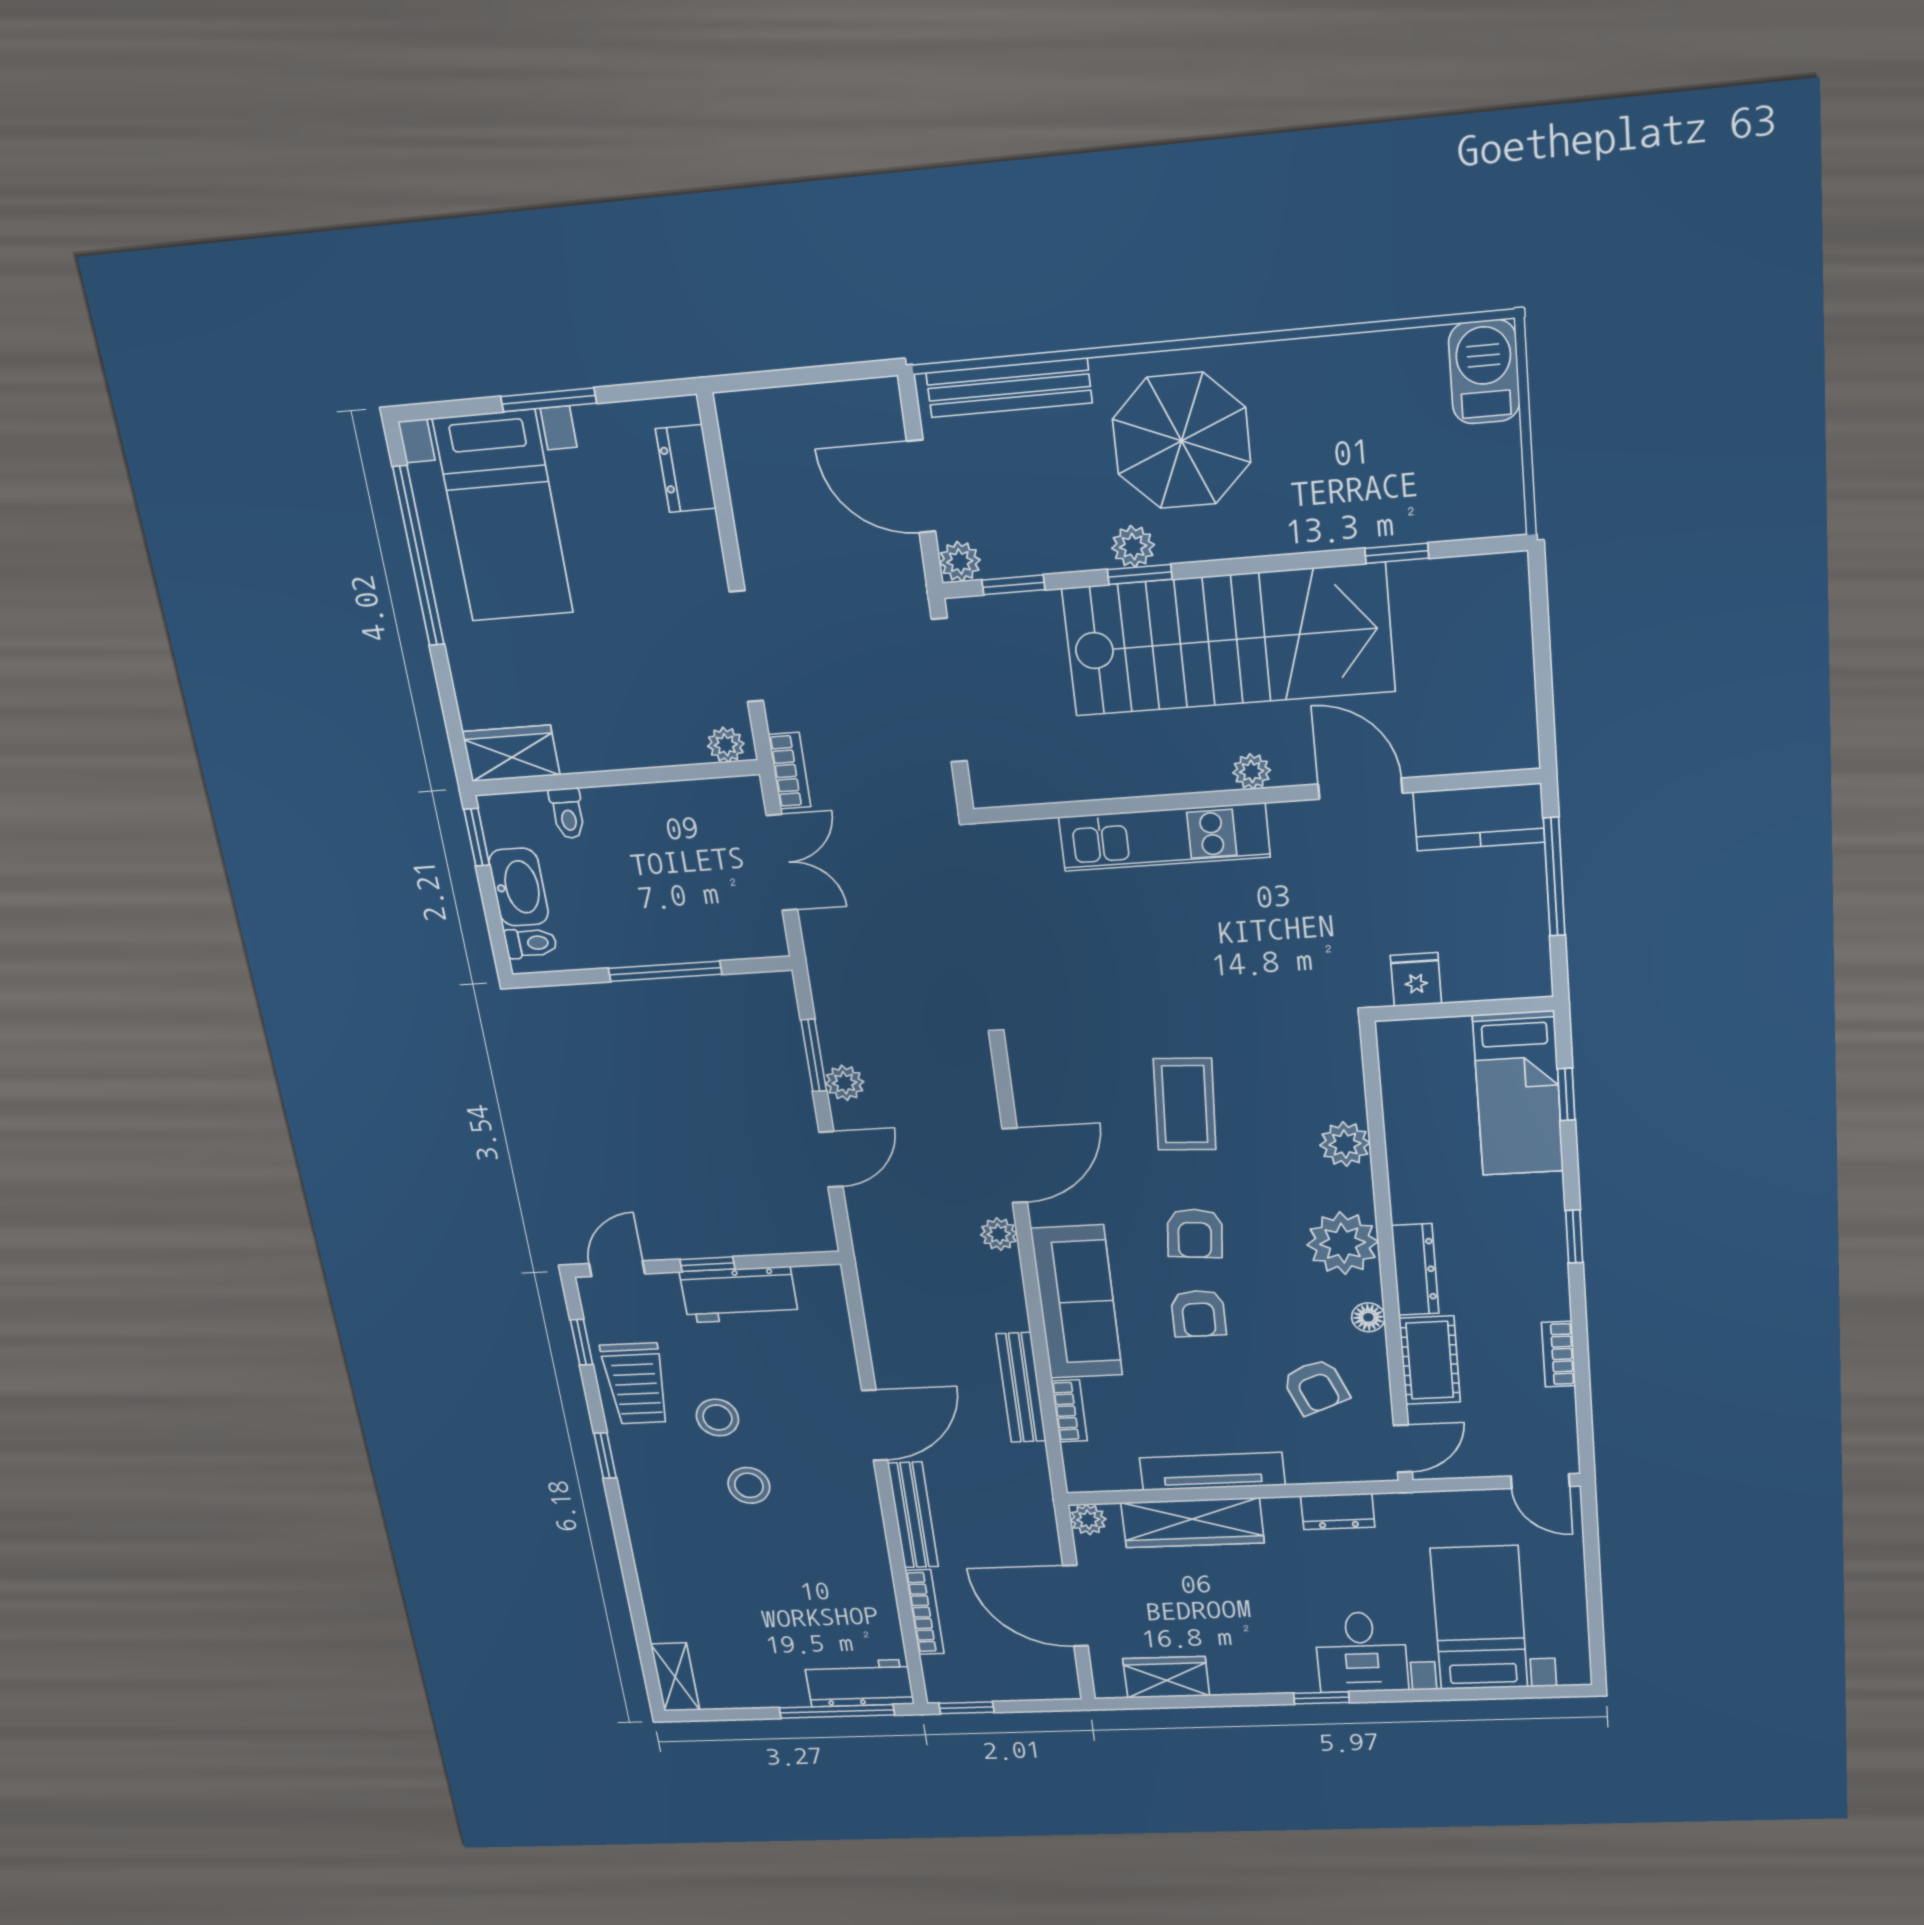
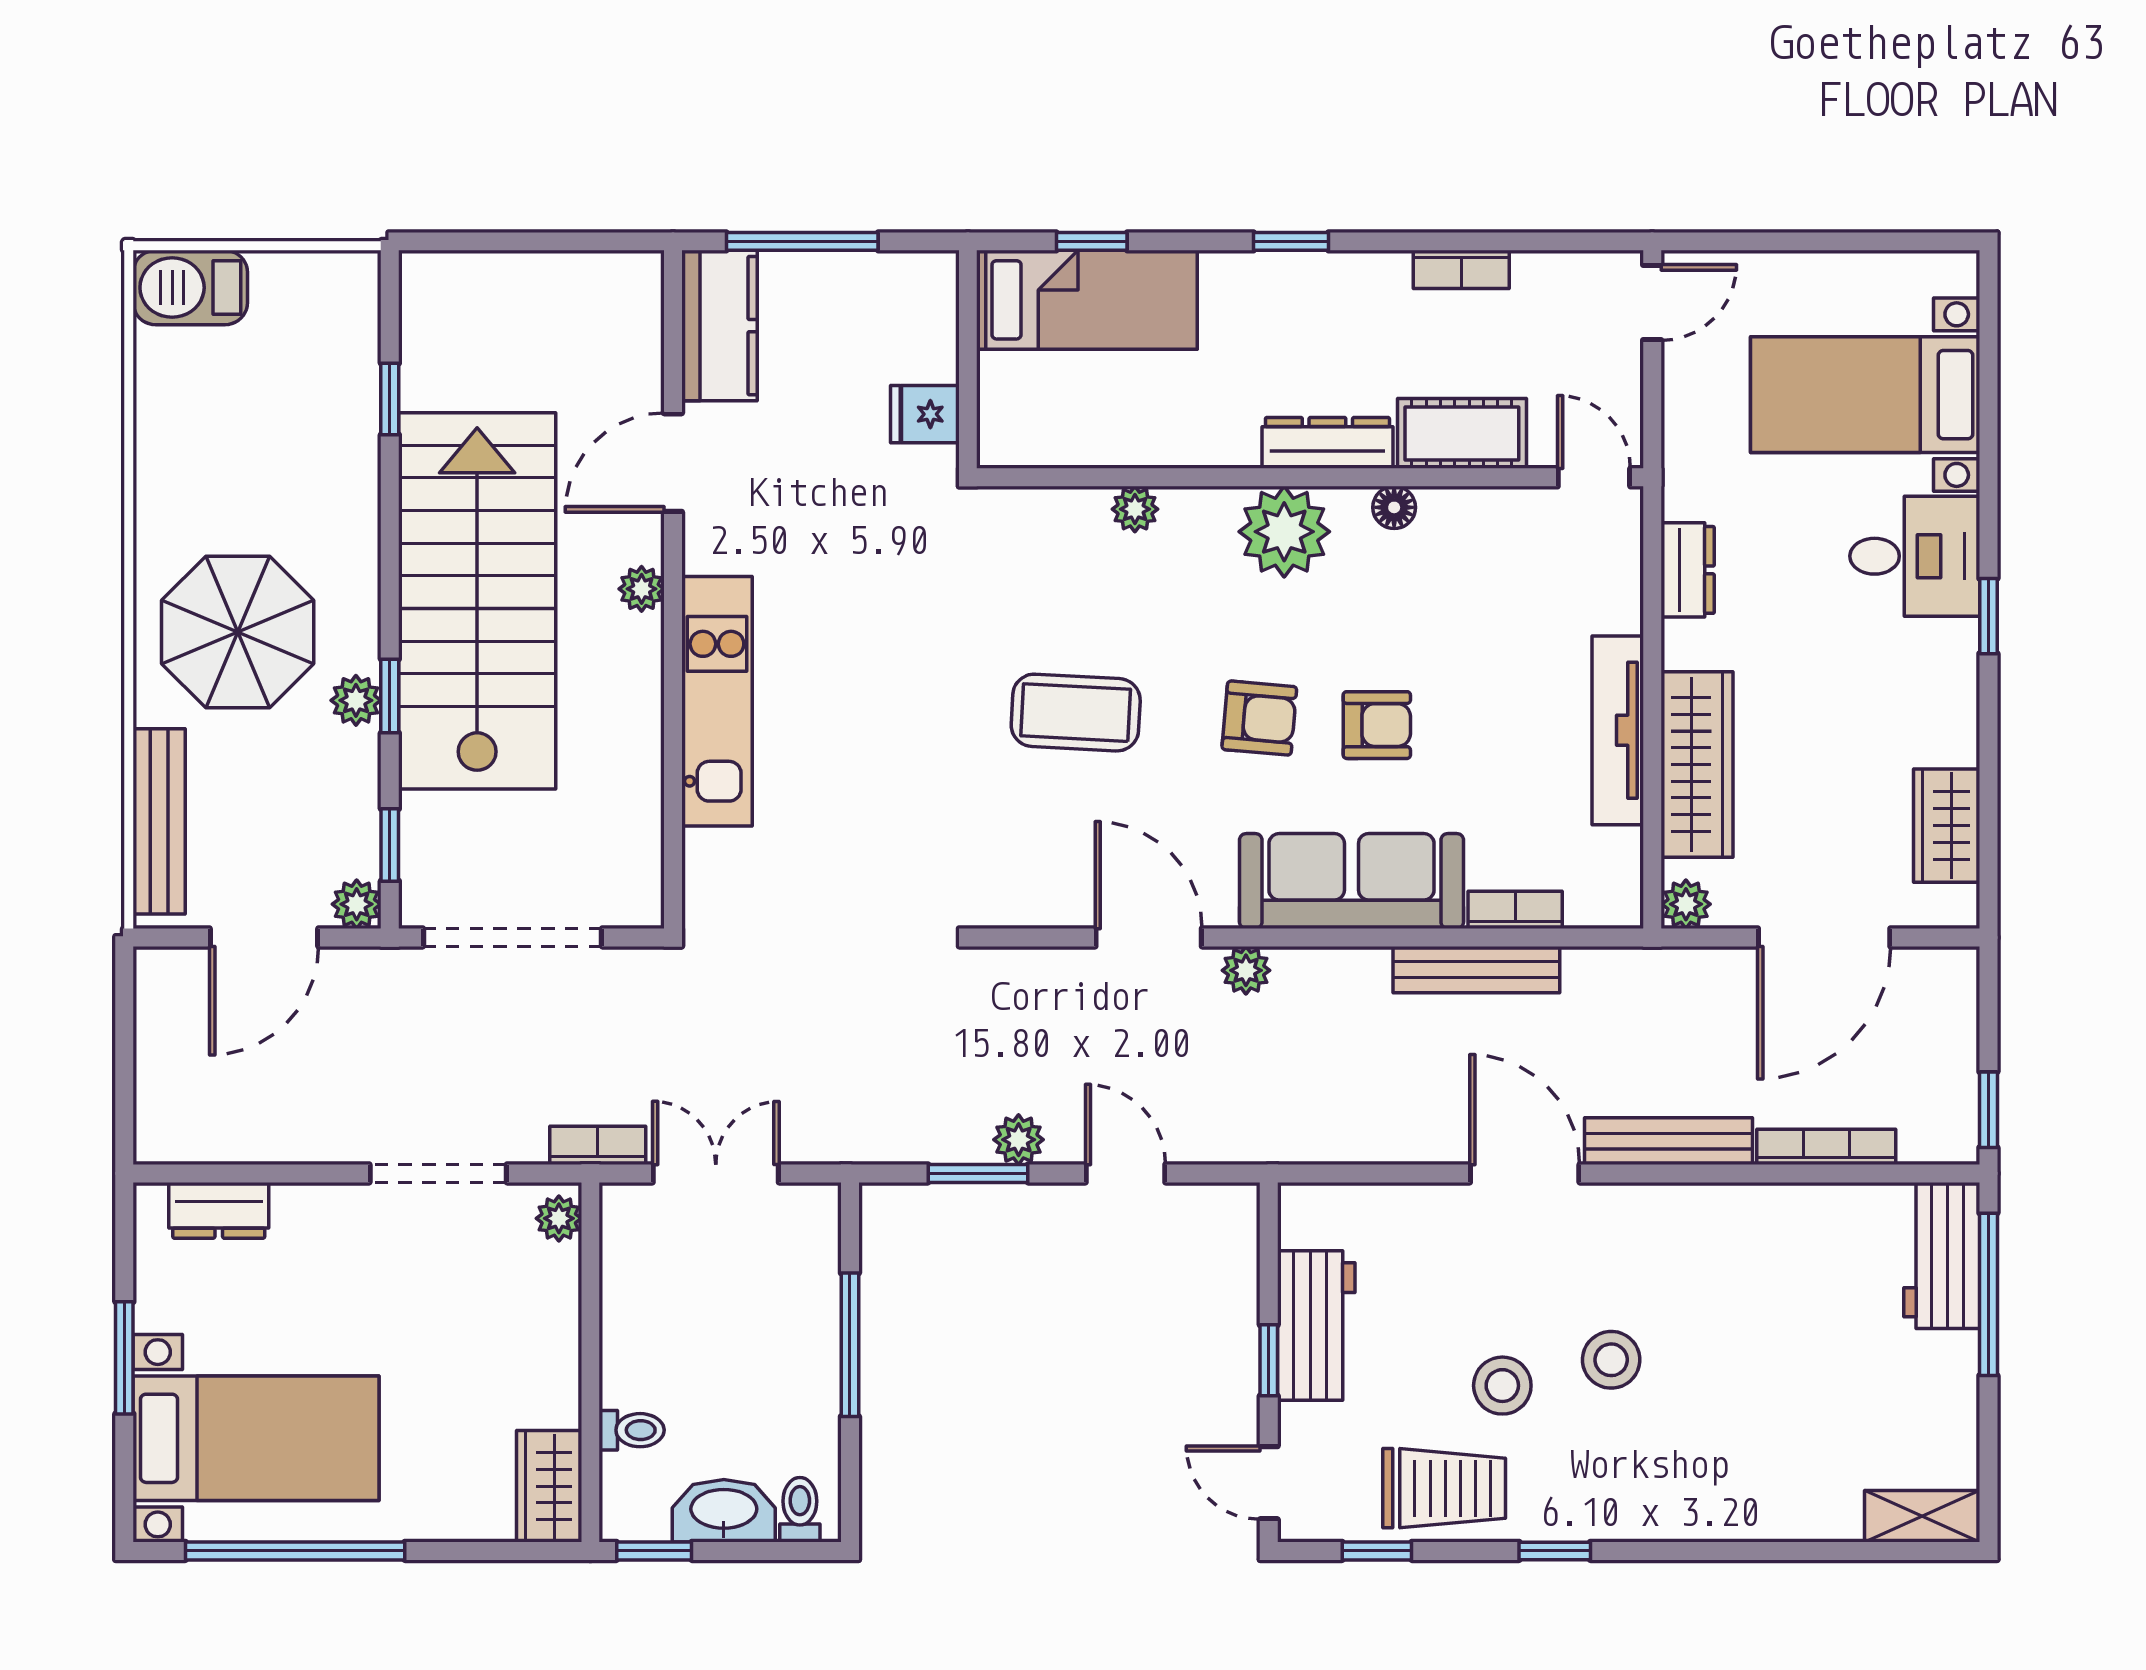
plant: (1345, 1144) -> (1135, 509), width x0.73, depth x0.73
armchair: (1316, 1387) -> (1494, 583), removed

